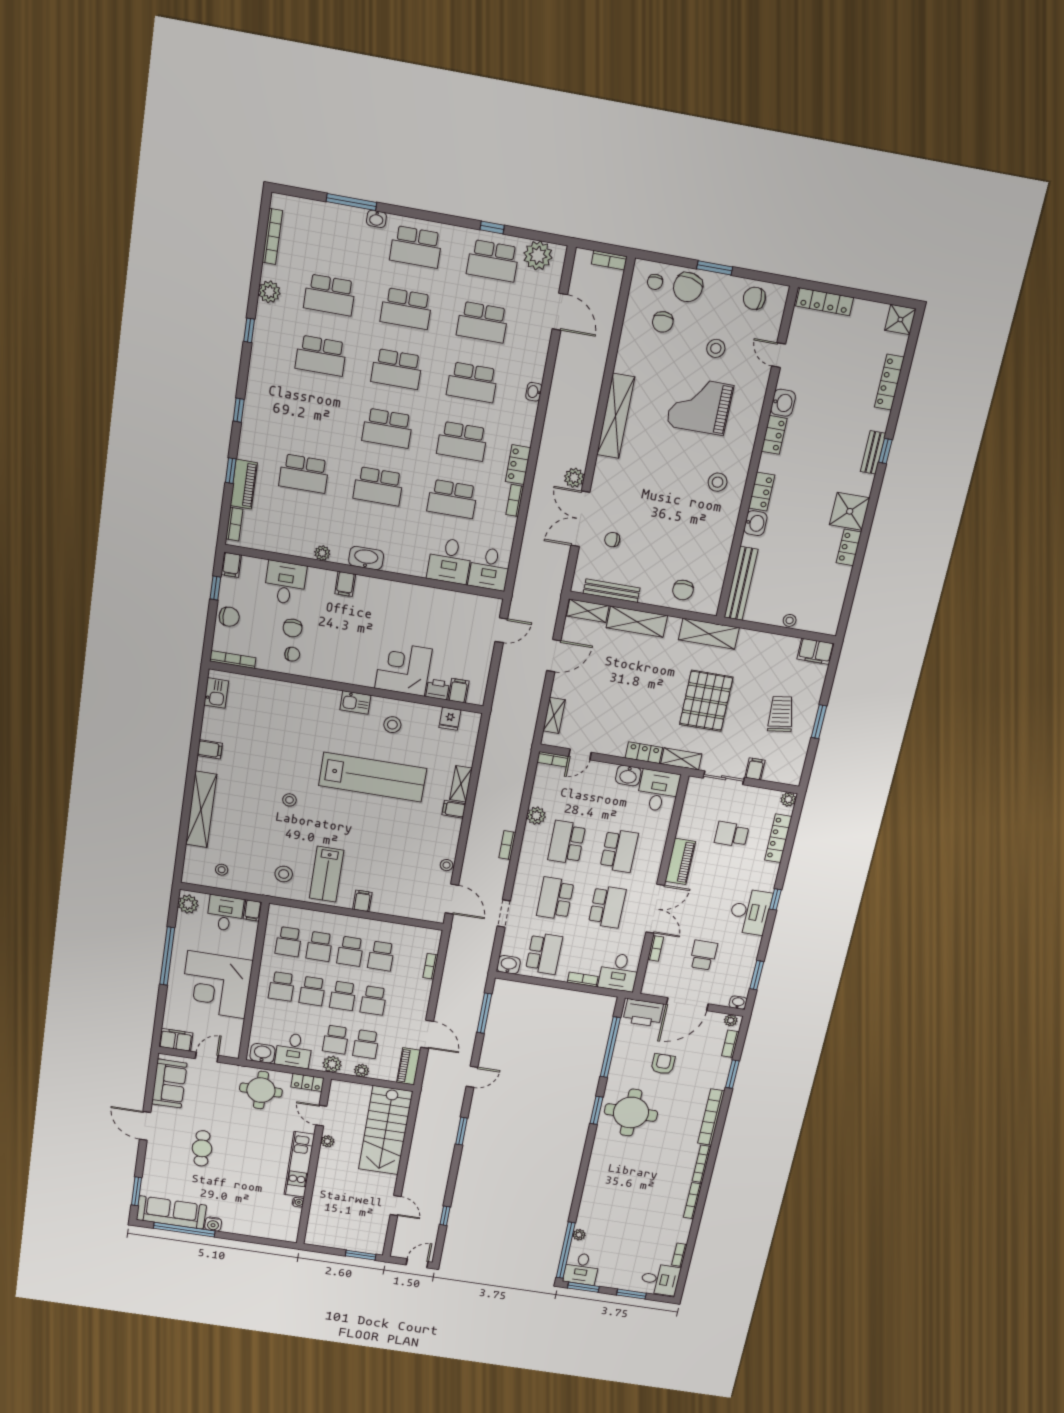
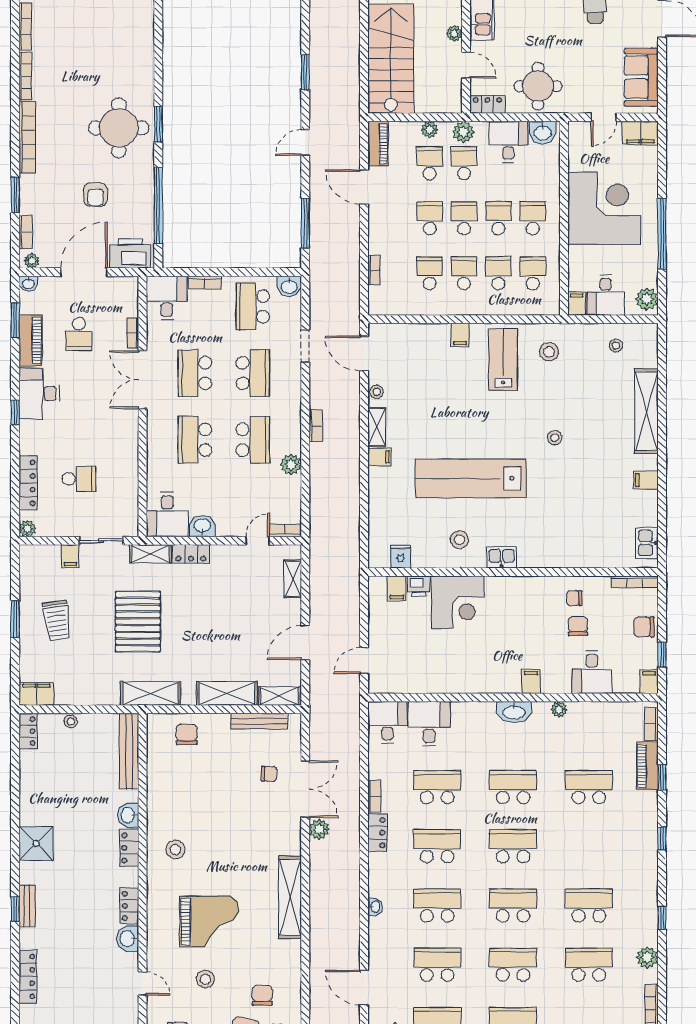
locker: (849, 547) -> (28, 731), moved
shelving: (461, 784) -> (377, 427), moved
piano: (680, 861) -> (31, 340), moved, turned 180

